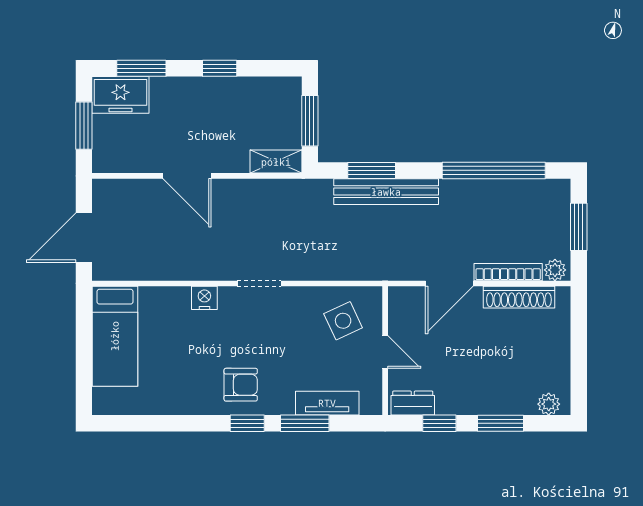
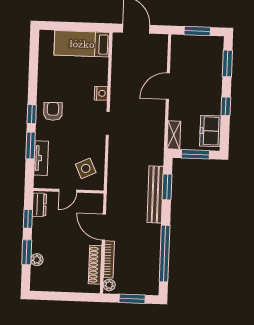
freezer: (120, 95) -> (210, 131), moved
armchair: (241, 385) -> (53, 111), turned 180
plant: (549, 404) -> (37, 260), moved

